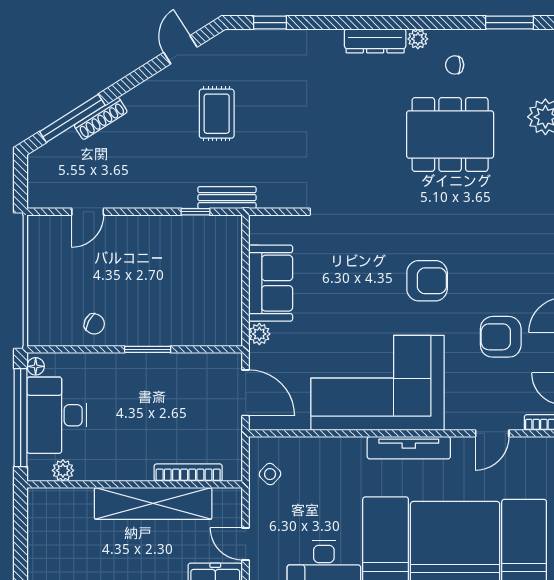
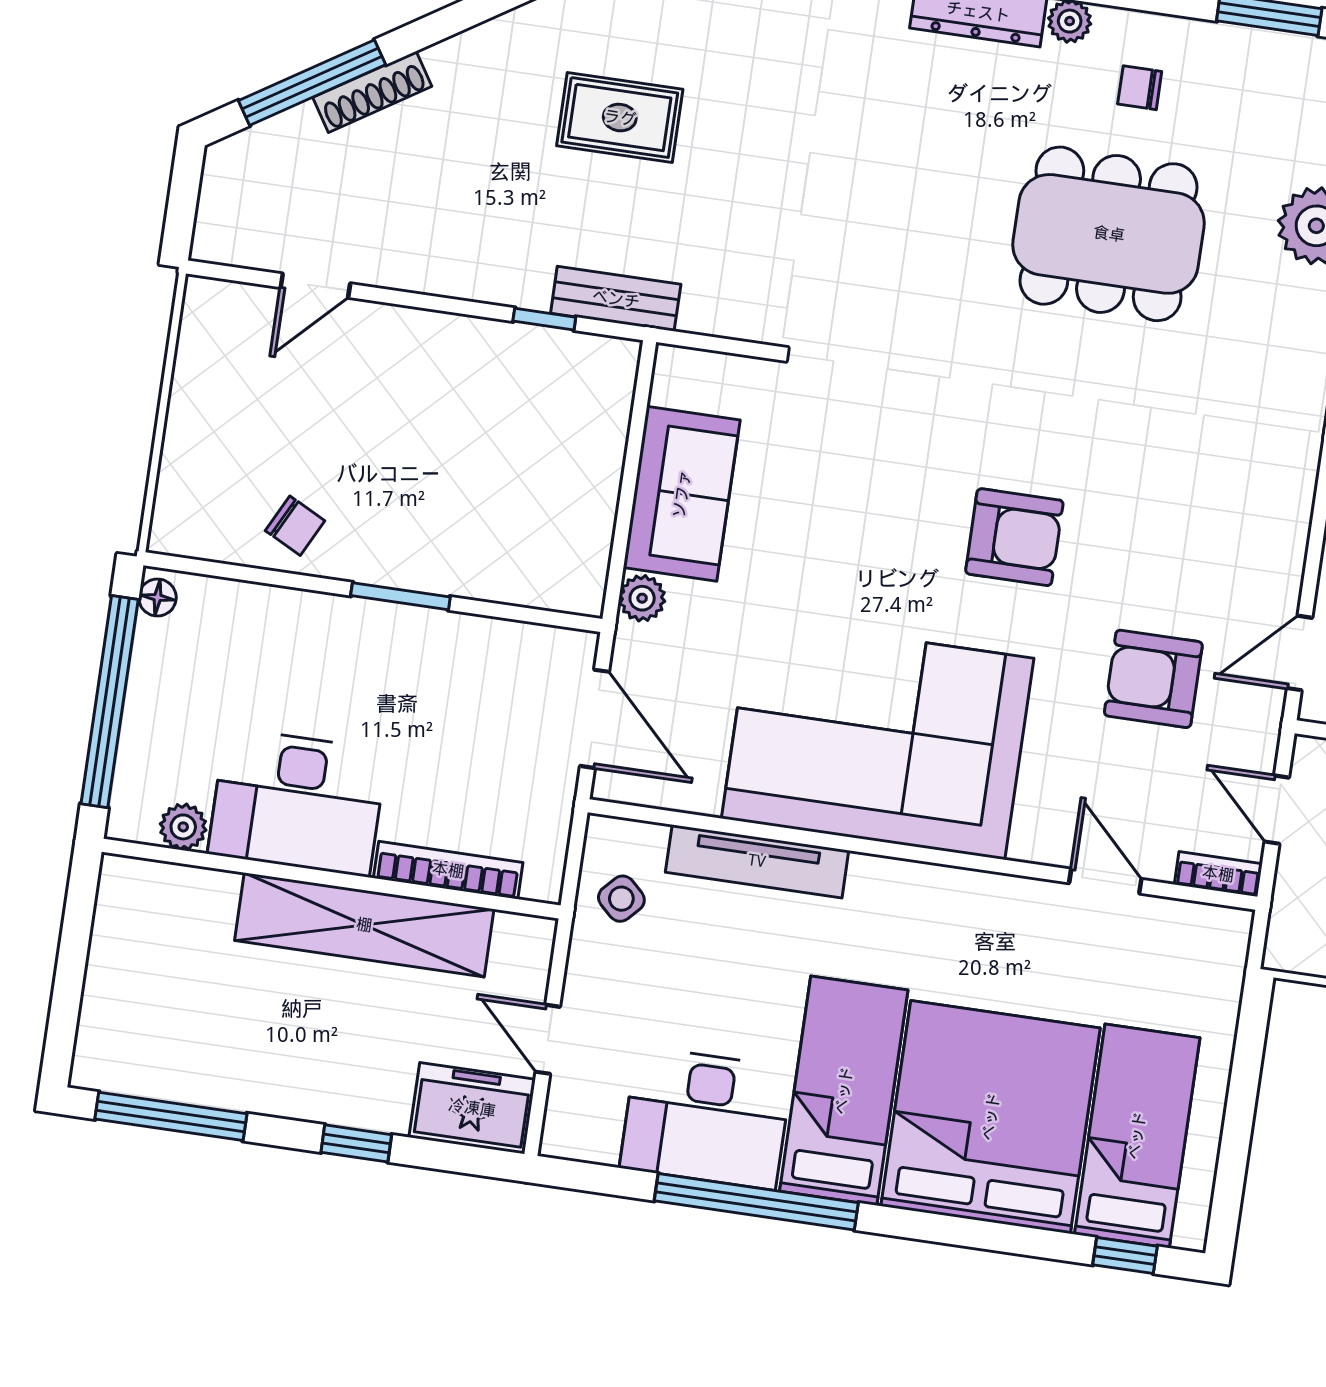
rug: (217, 114) -> (620, 118), turned 90
desk: (57, 415) -> (297, 802), moved, turned -90
door: (492, 433) -> (1105, 881), swing flipped
tv unit: (409, 448) -> (757, 861), moved

